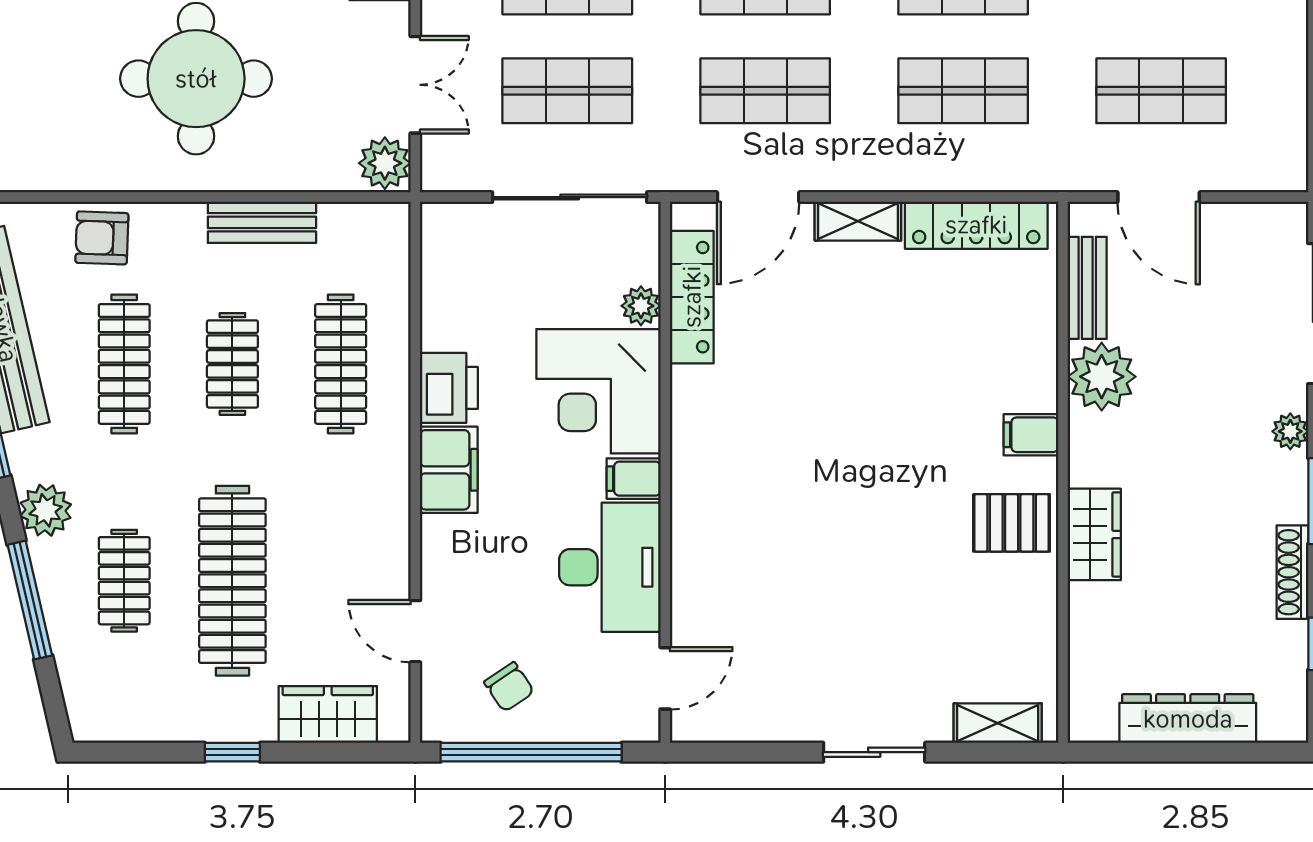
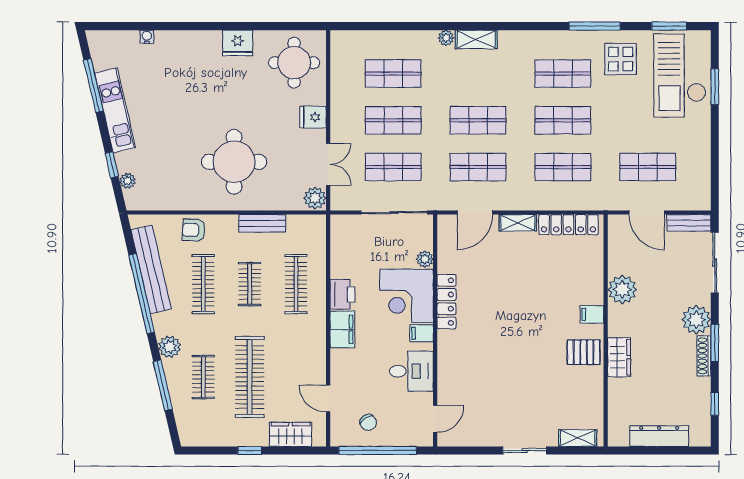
bench: (1087, 288) -> (689, 223), moved, turned 90
locker: (692, 297) -> (447, 302), moved
plant: (1290, 431) -> (696, 320), width x1.87, depth x1.87
desk: (610, 567) -> (411, 371), width x0.73
shoe rack: (1292, 572) -> (704, 356), moved

